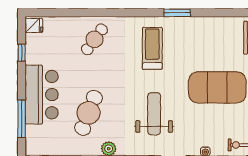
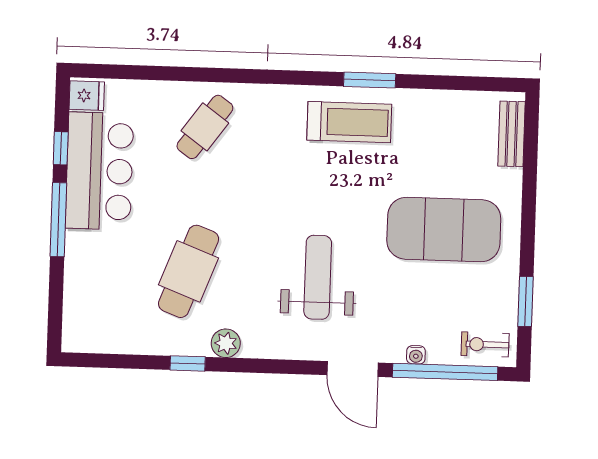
treadmill: (152, 48) -> (349, 122), moved, turned 90
bar counter: (42, 95) -> (99, 171), moved
window: (22, 119) -> (58, 220), moved

